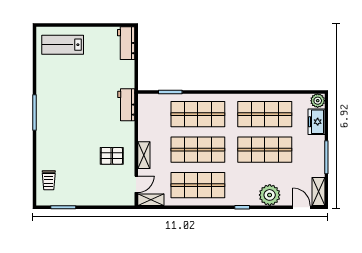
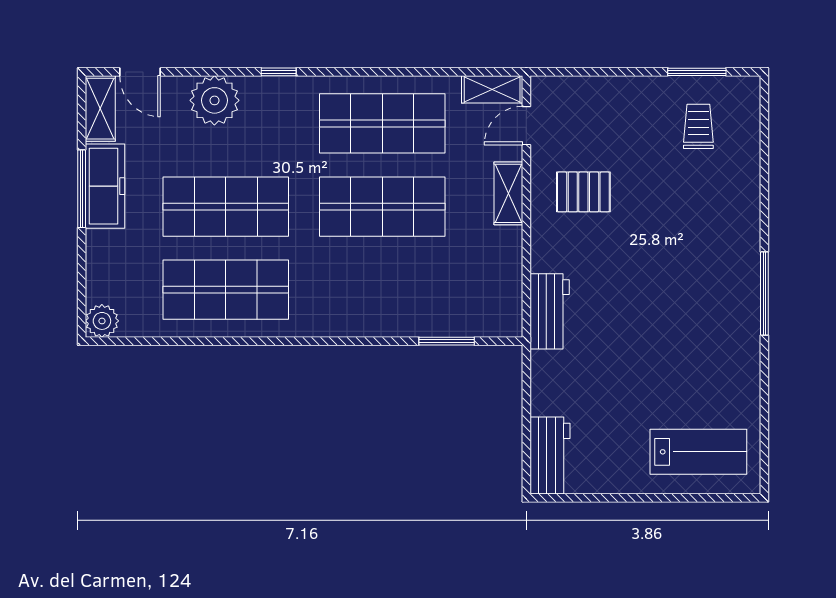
shop shelf: (198, 114) -> (382, 290), removed
freezer: (316, 122) -> (105, 186), moved, width x1.40
trolley: (49, 180) -> (698, 126), moved

